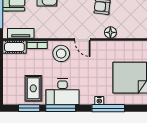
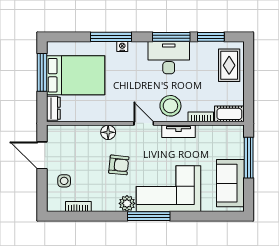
tv unit: (21, 33) -> (179, 131), moved
rug: (33, 88) -> (229, 65), moved

